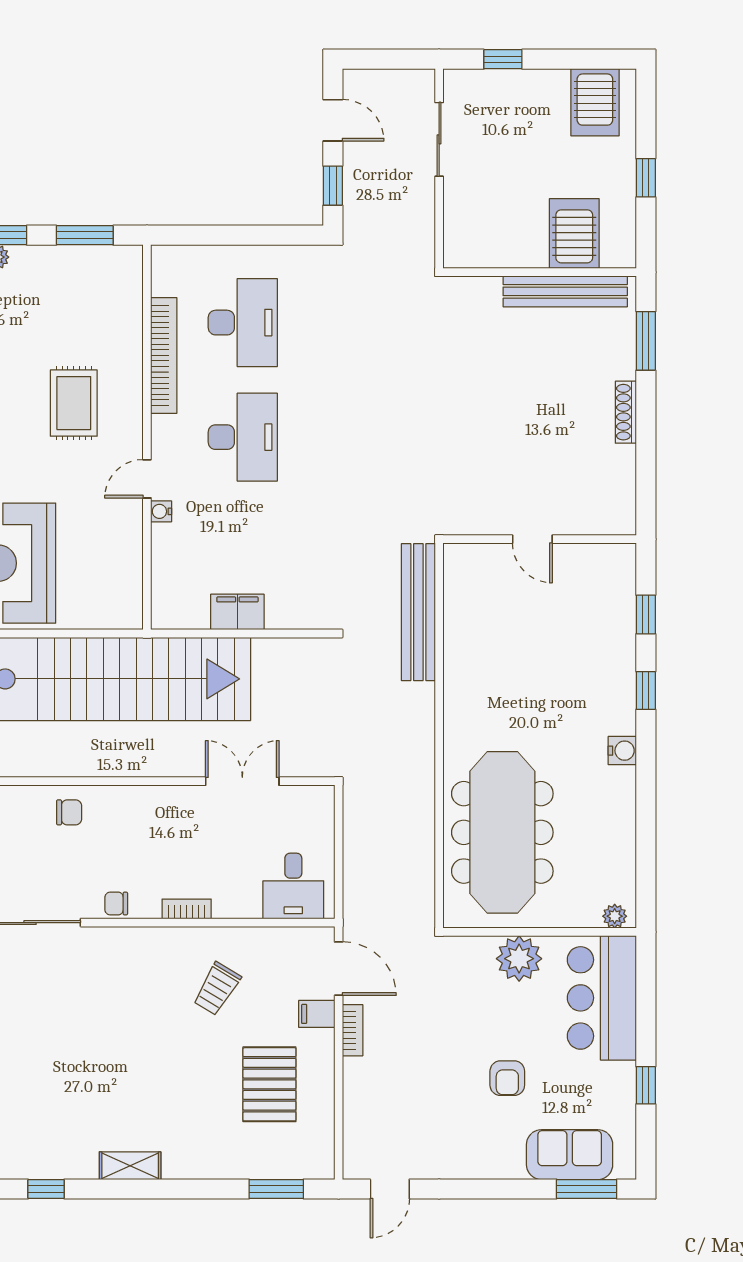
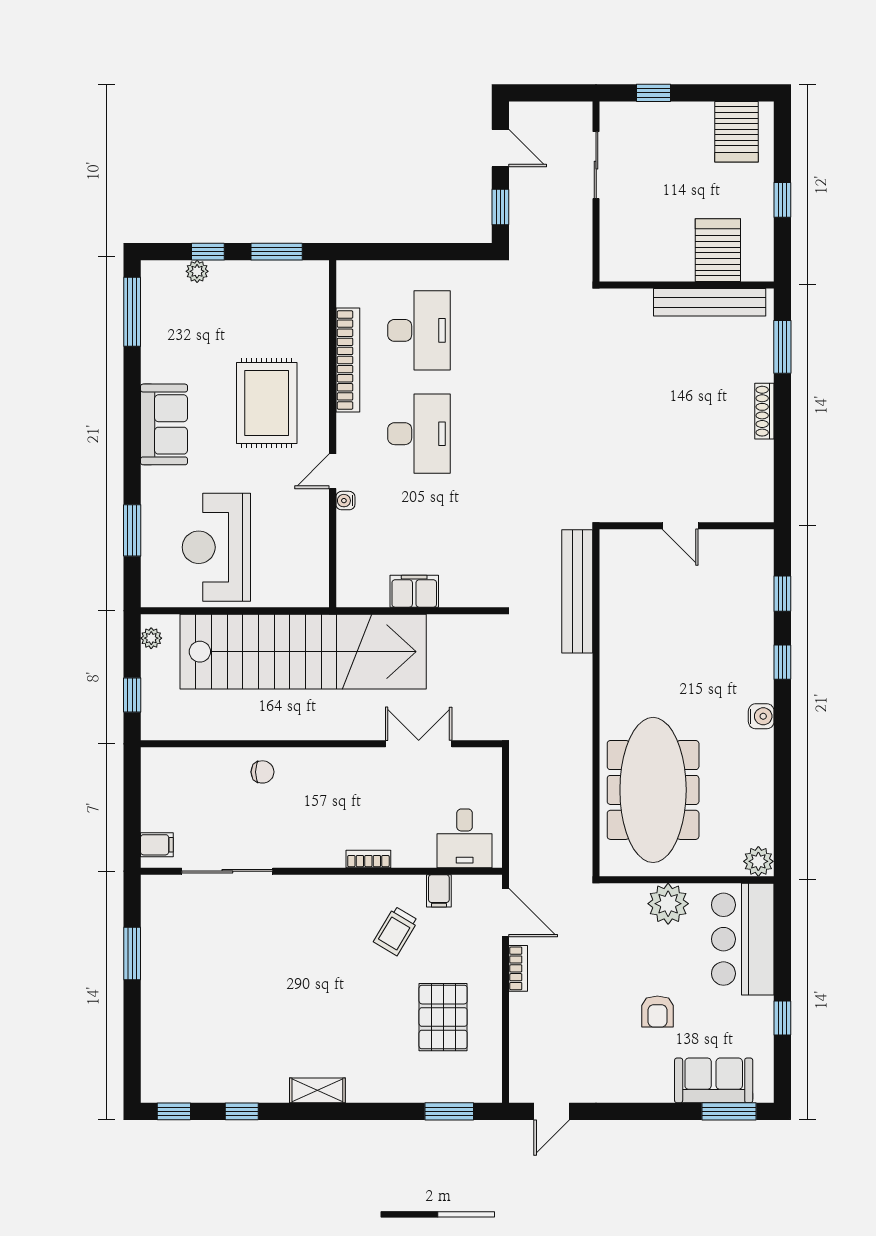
rug: (74, 403) -> (267, 403), width x1.36, depth x1.43
chair: (116, 904) -> (305, 854), removed
plant: (615, 916) -> (758, 861), width x1.38, depth x1.38
filing cabinet: (317, 1014) -> (439, 891), moved, turned -90

